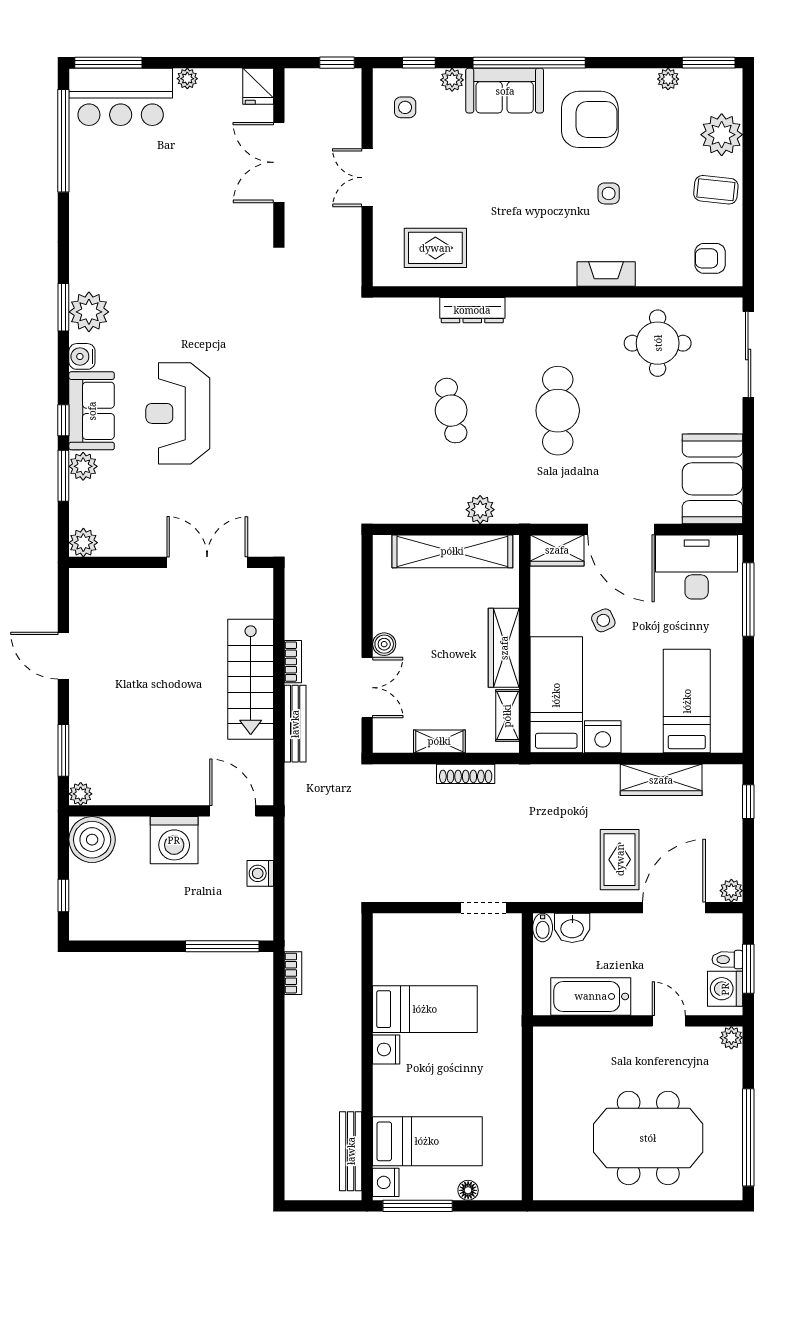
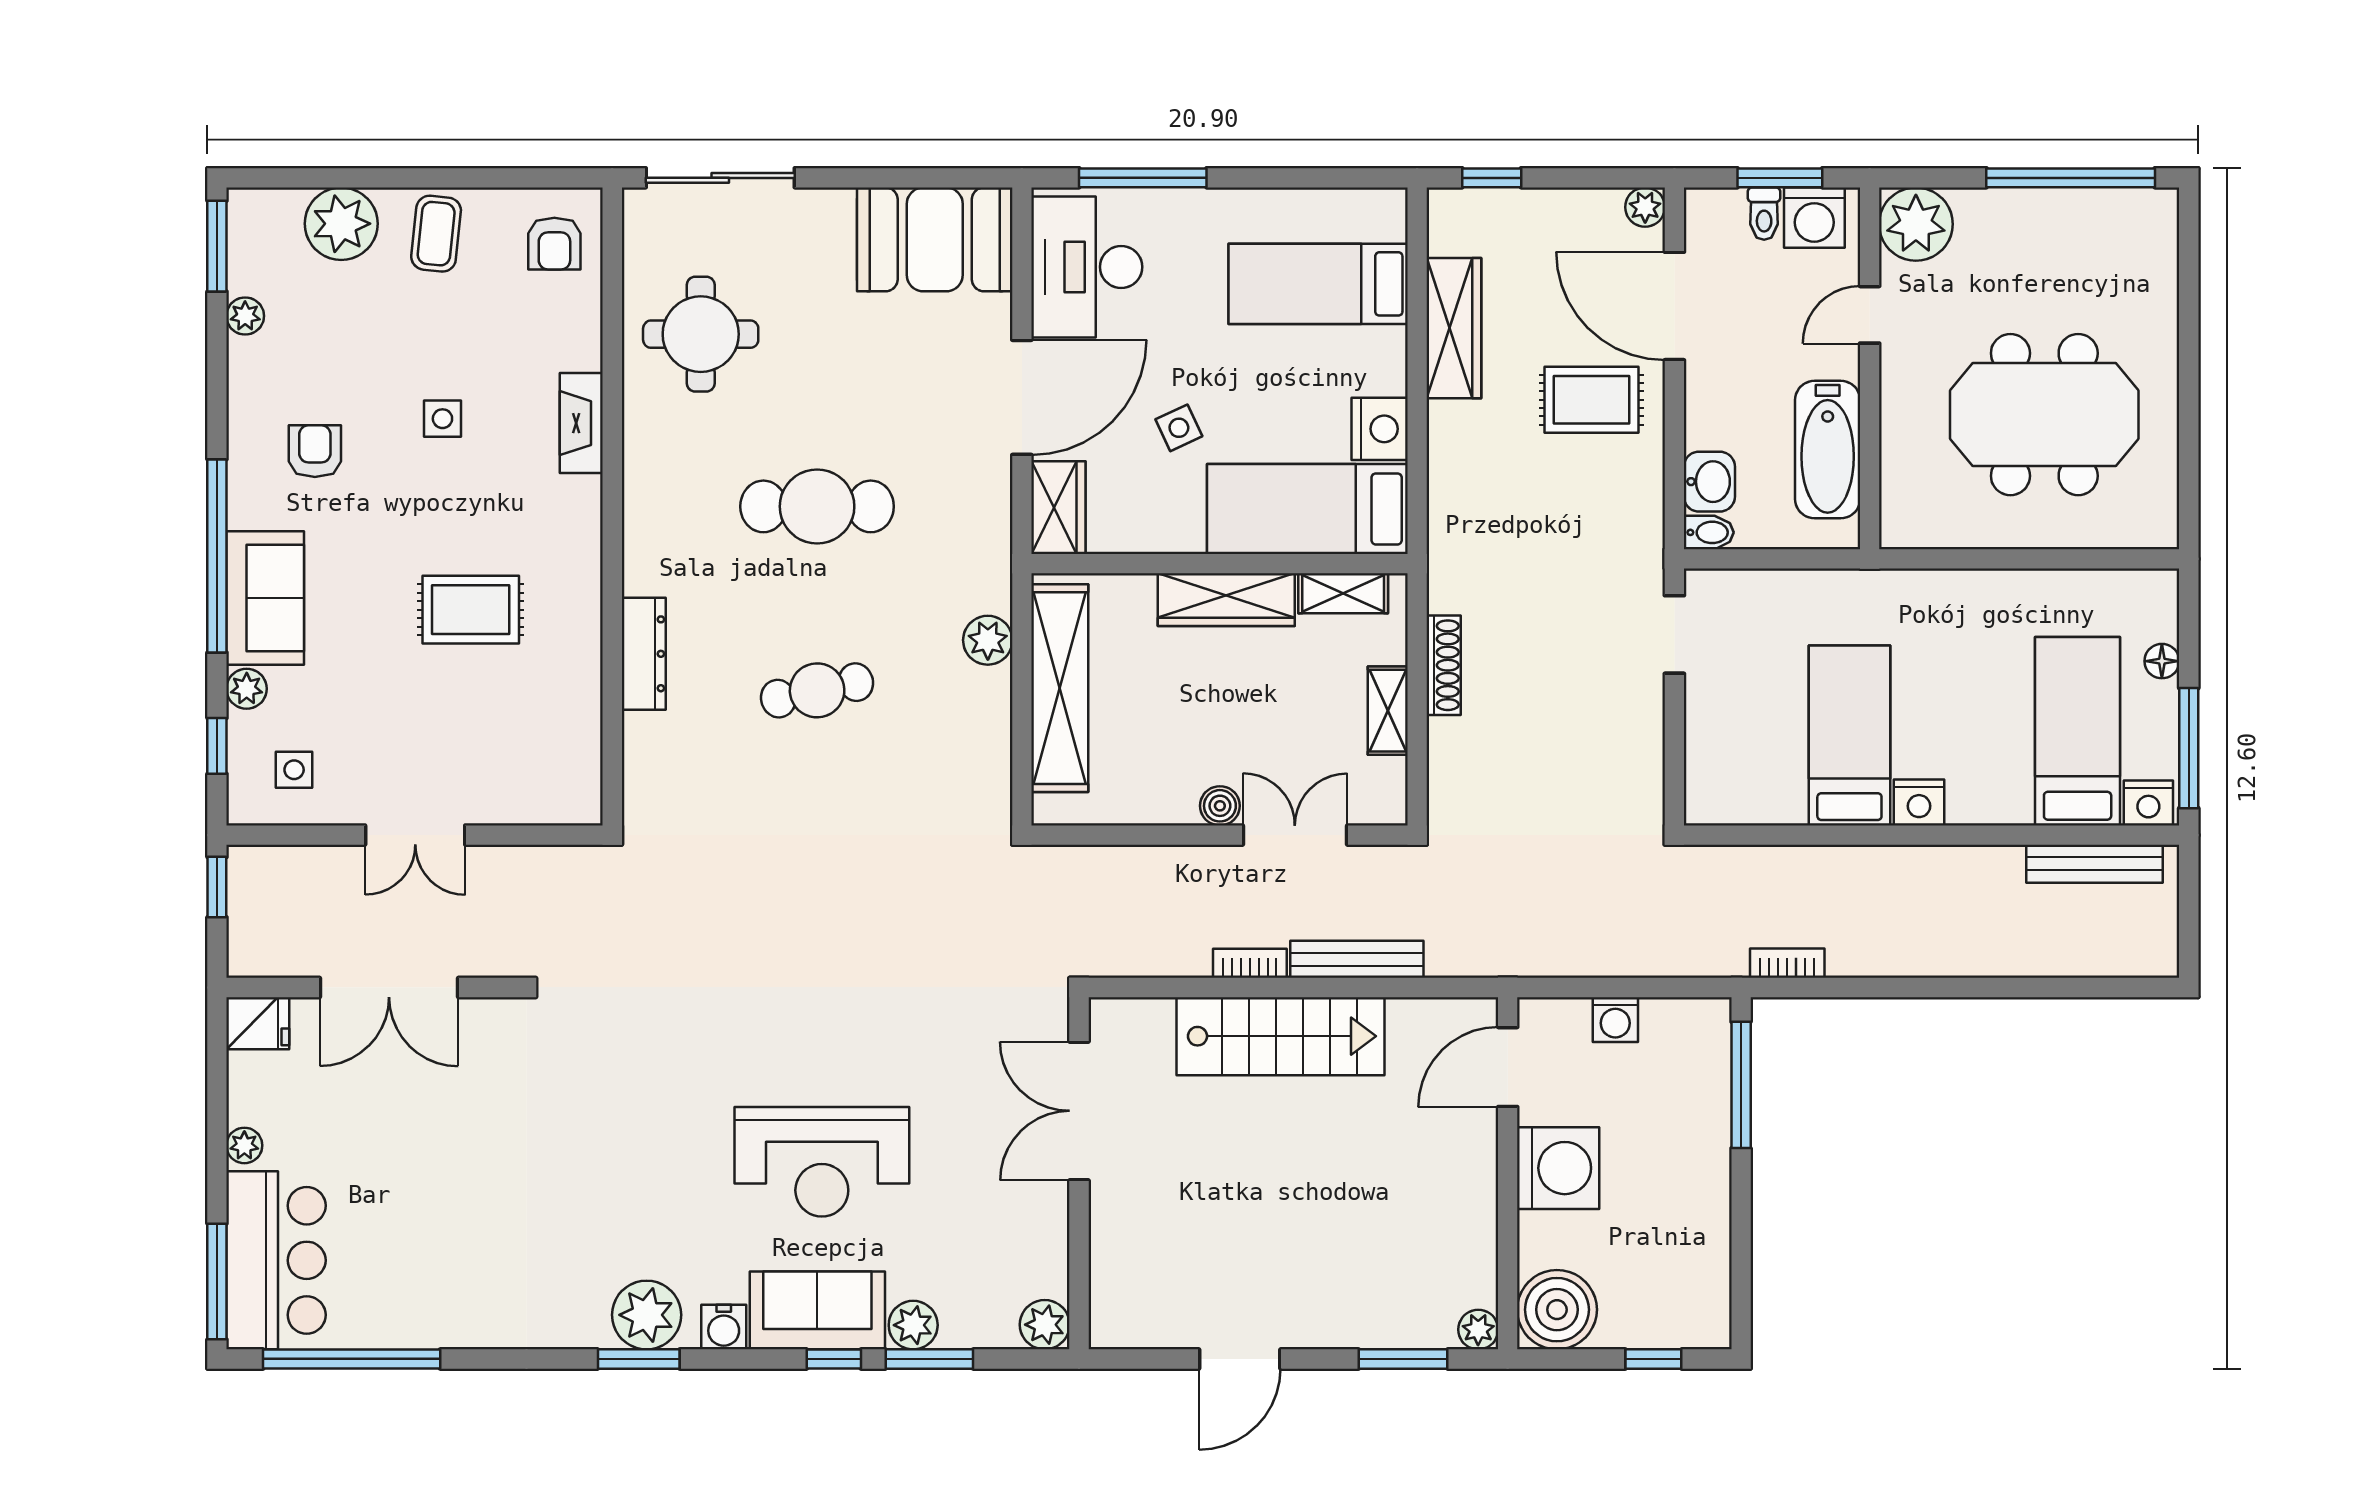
armchair: (590, 119) -> (315, 451), width x0.53, depth x0.53
rug: (435, 248) -> (471, 610), moved, turned 90
plant: (731, 1038) -> (1916, 224), width x1.88, depth x1.88
meeting table: (648, 1138) -> (2044, 415), moved, turned 90

